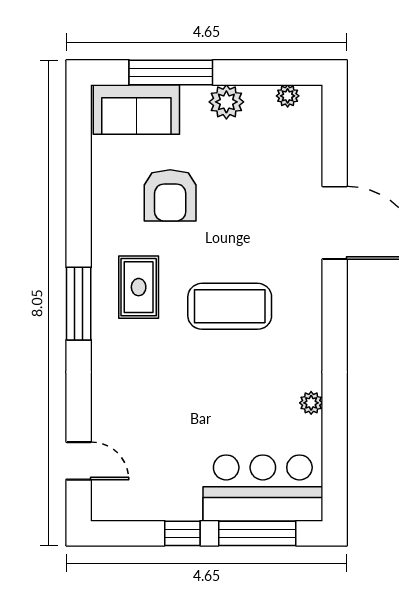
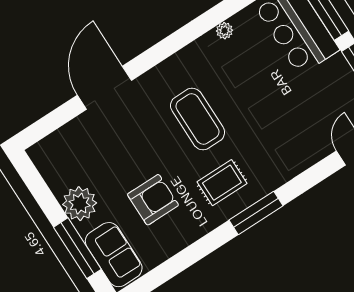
plant: (288, 96) -> (45, 167), removed
plant: (226, 102) -> (80, 204), width x1.36, depth x1.36

